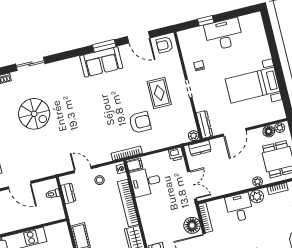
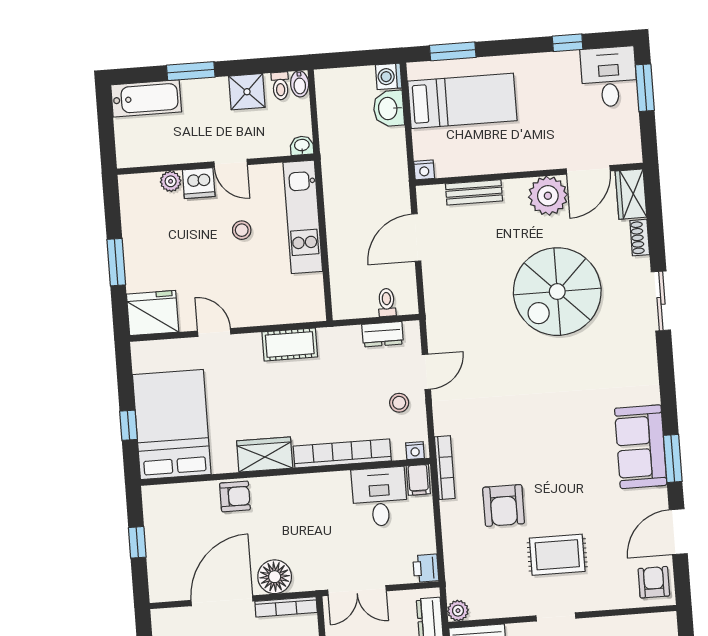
spiral stairs: (34, 114) -> (557, 292), width x1.37, depth x1.37

